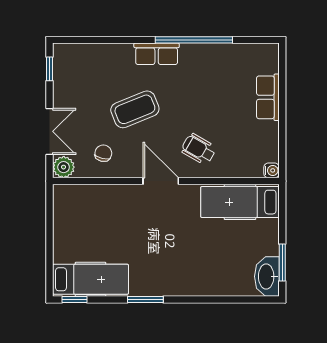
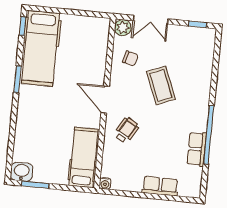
row of seats: (157, 54) -> (197, 149), moved
door: (161, 181) -> (105, 100), swing flipped
washbasin: (267, 276) -> (22, 172), width x0.72
hospital bed: (91, 279) -> (41, 48), width x1.37, depth x1.29

